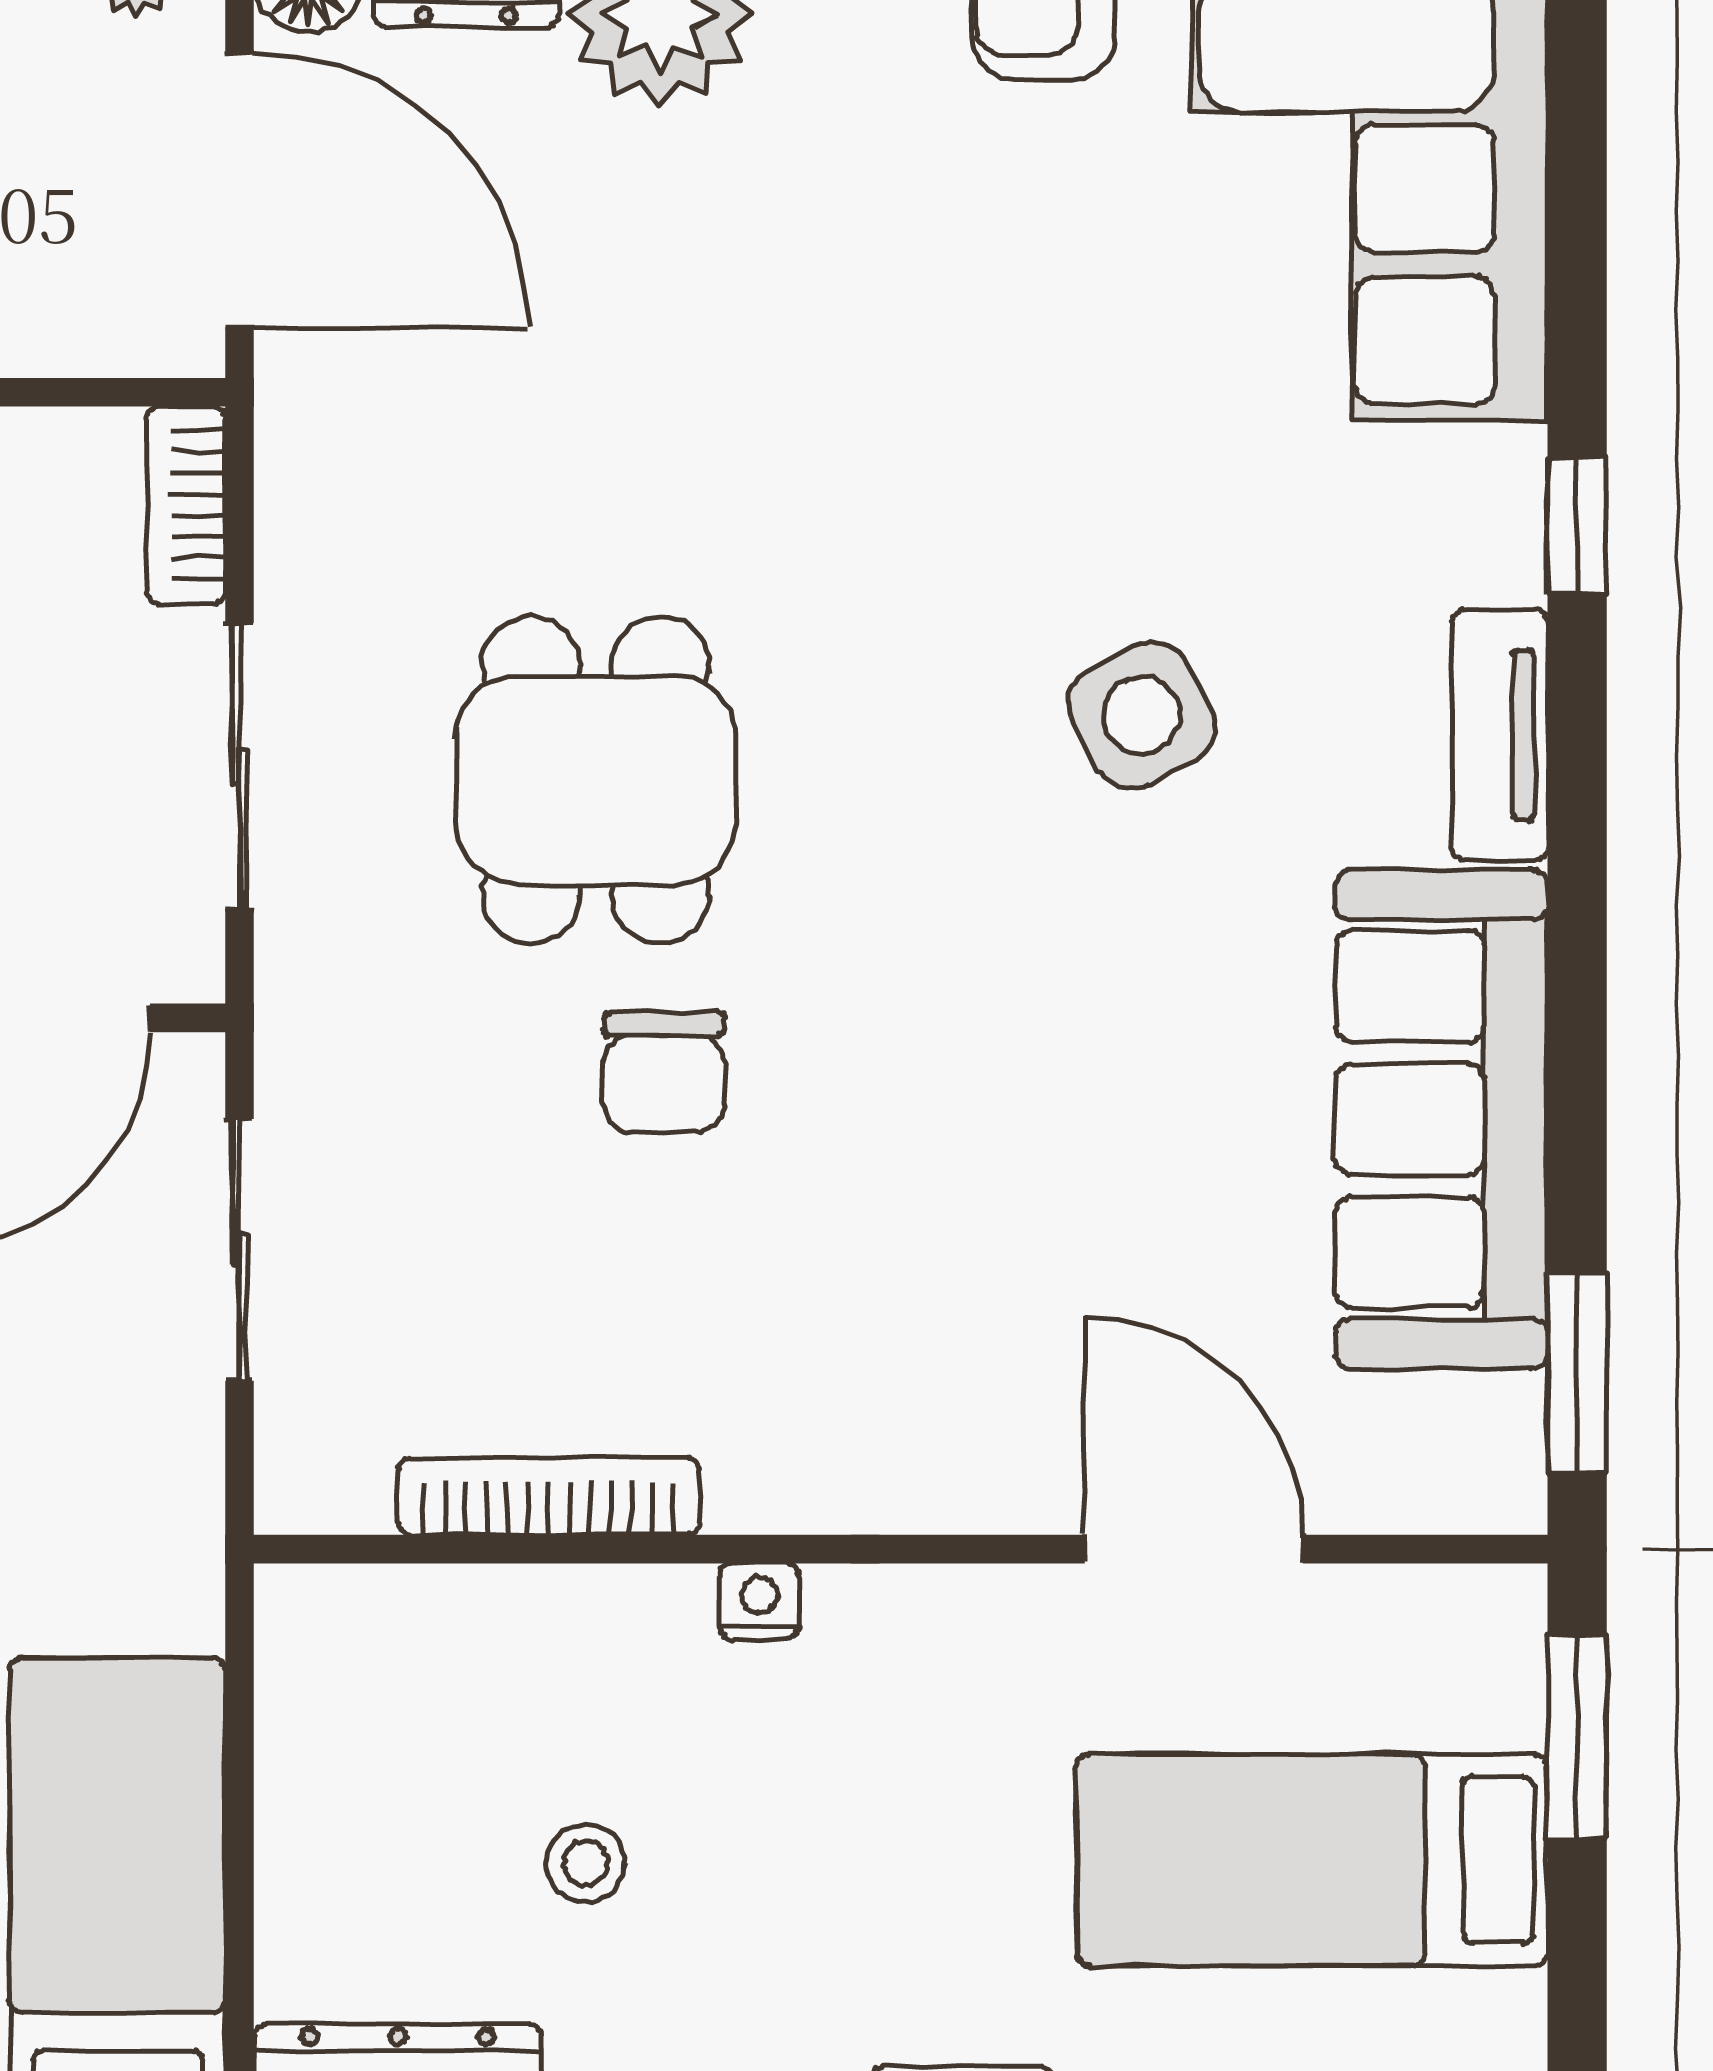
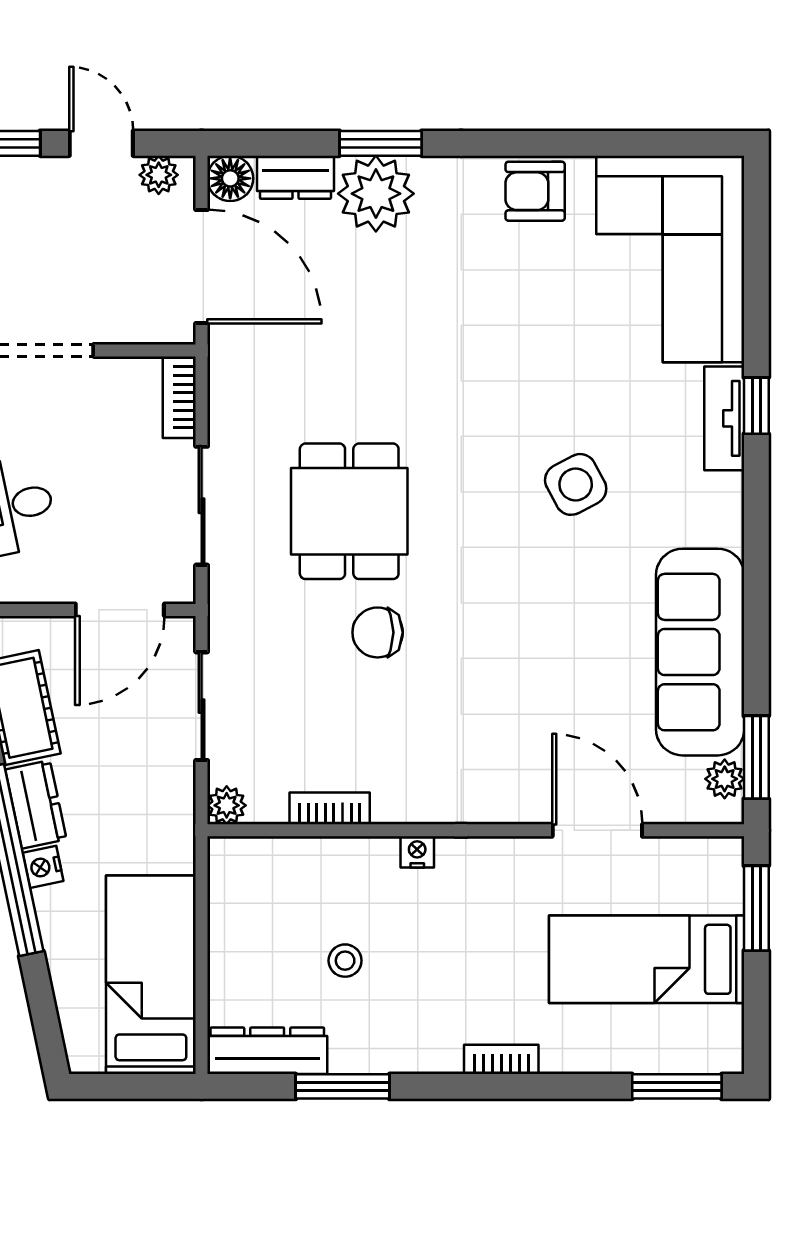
tv unit: (1500, 735) -> (724, 418), moved
chair: (664, 1072) -> (378, 632), turned 90
plant: (1501, 1425) -> (725, 779), added
plant: (300, 1489) -> (227, 805), added
bookcase: (549, 1496) -> (330, 808), width x0.64

